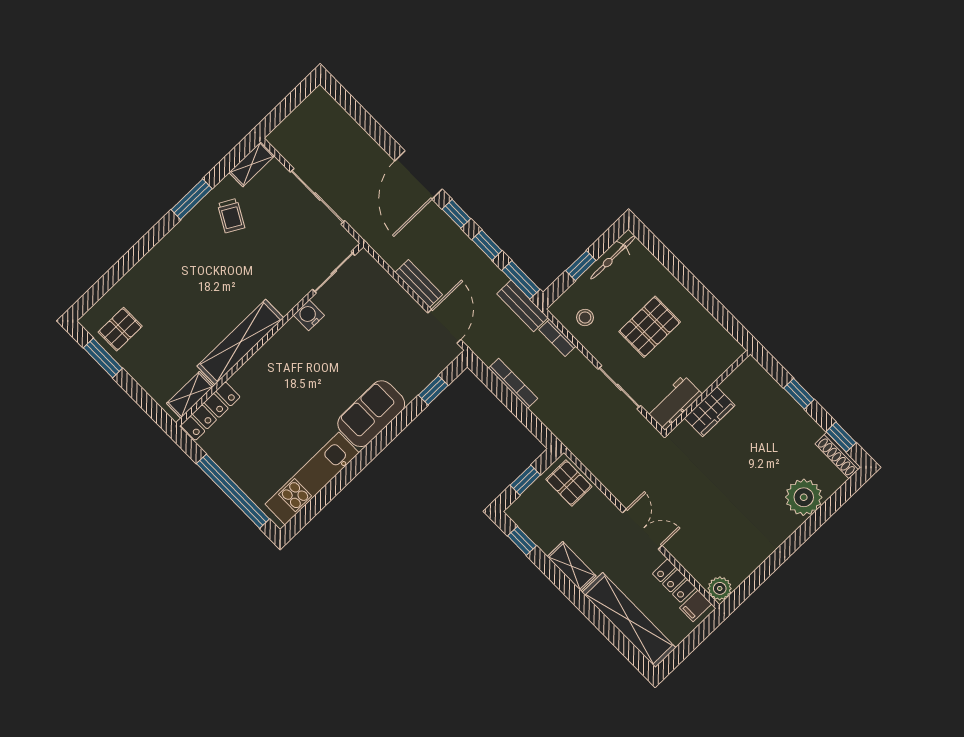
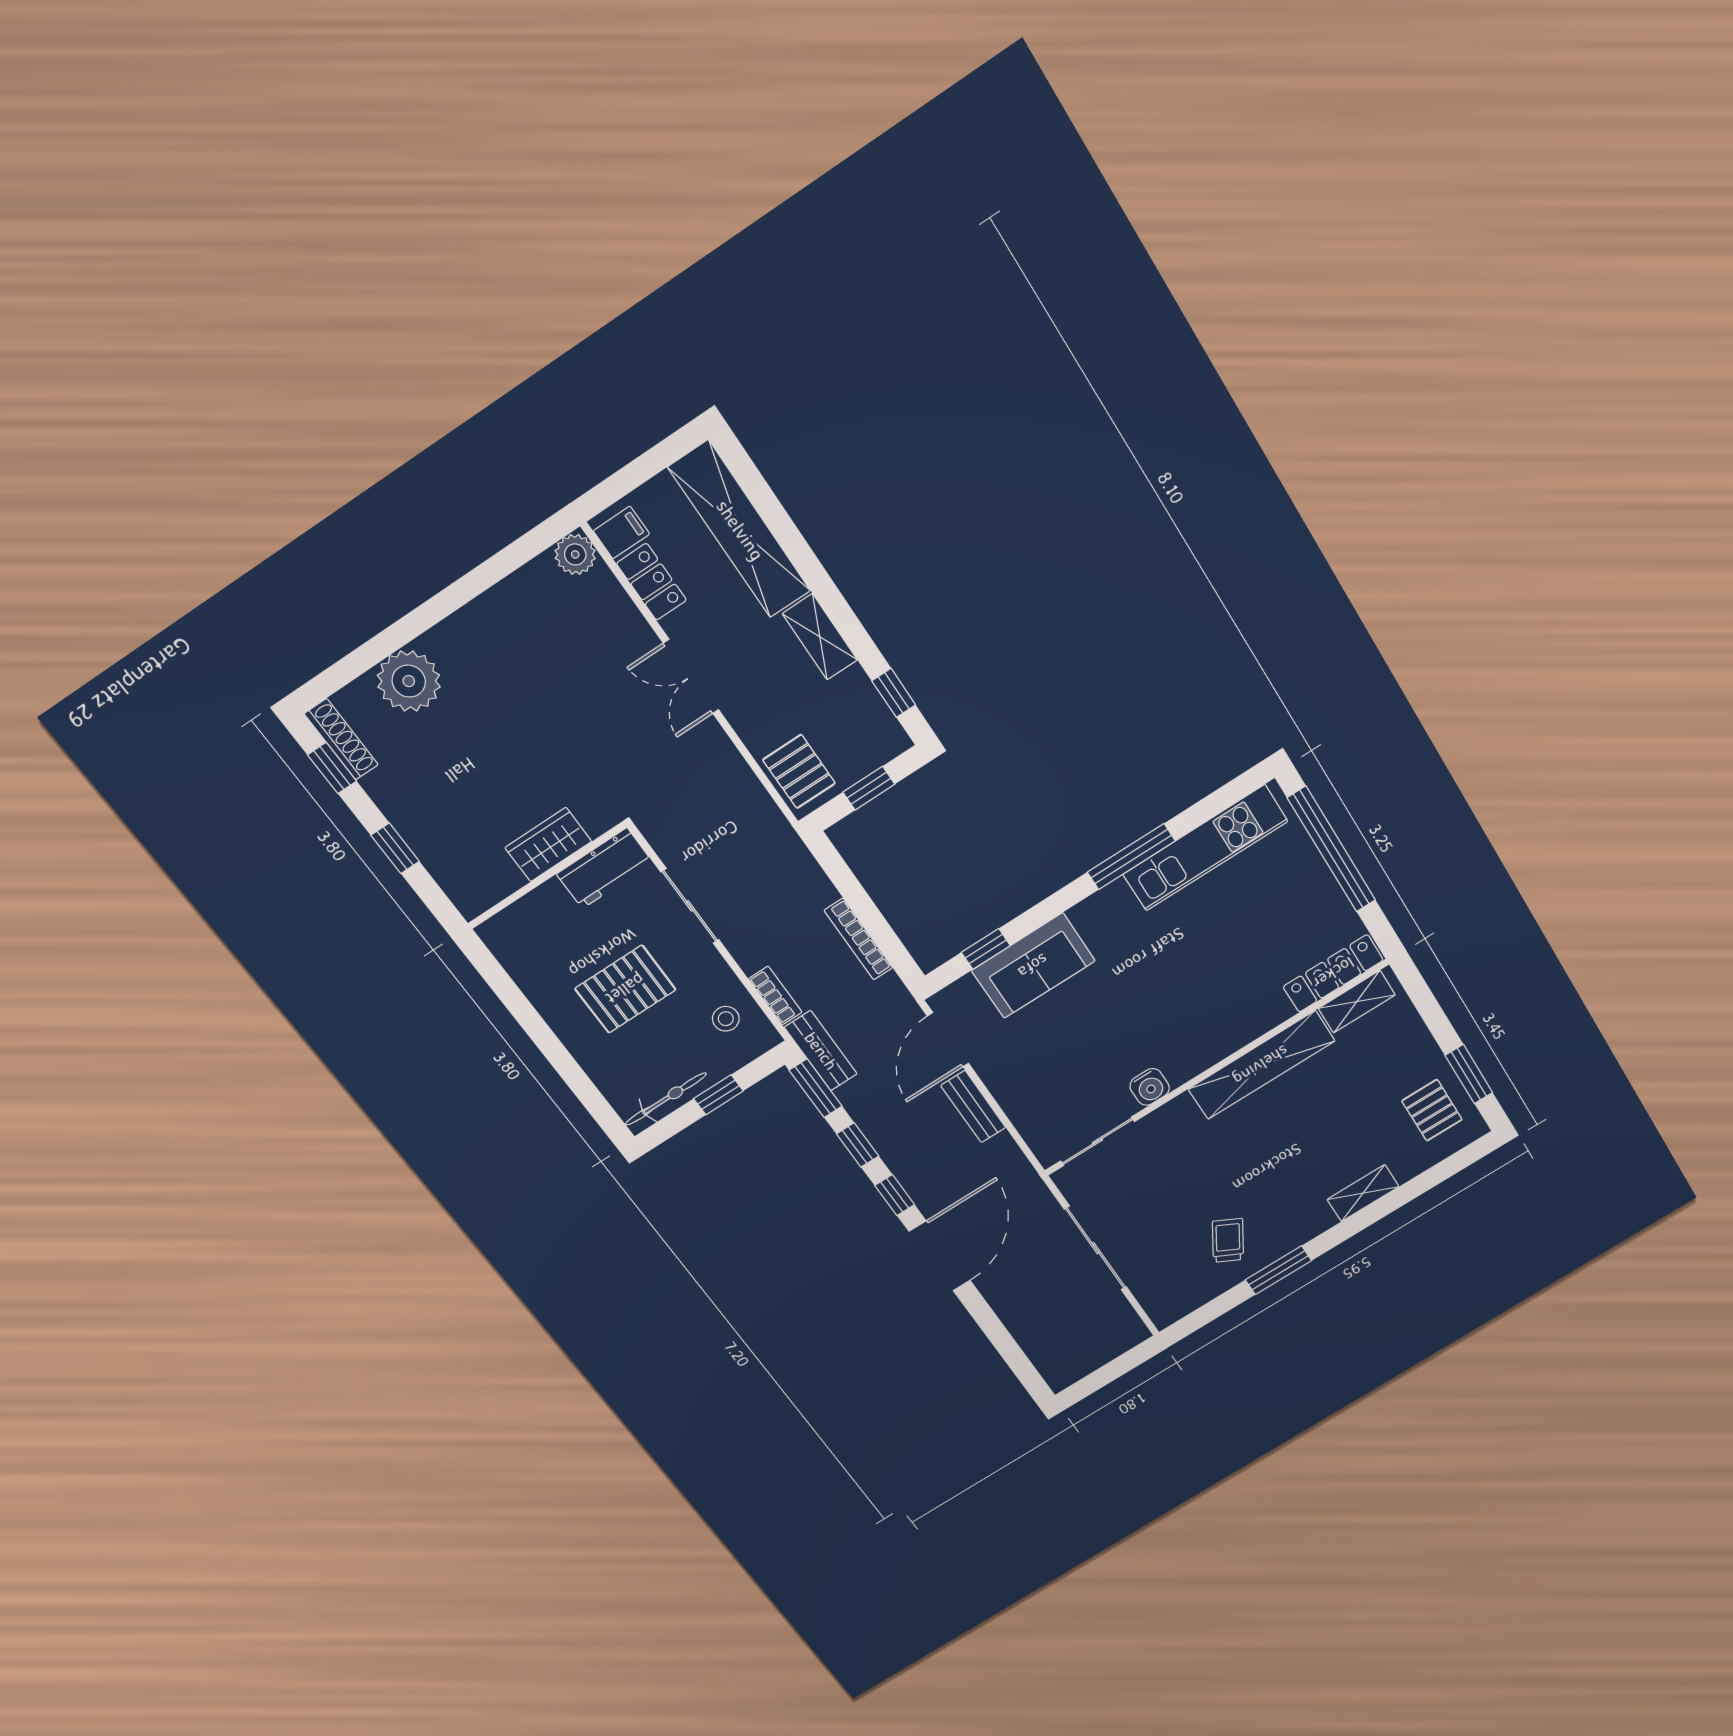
shelving: (252, 164) -> (1363, 1193), moved
pallet: (120, 329) -> (1432, 1110), turned 90
sofa: (371, 414) -> (1033, 966), moved
window: (357, 465) -> (1131, 857), added

